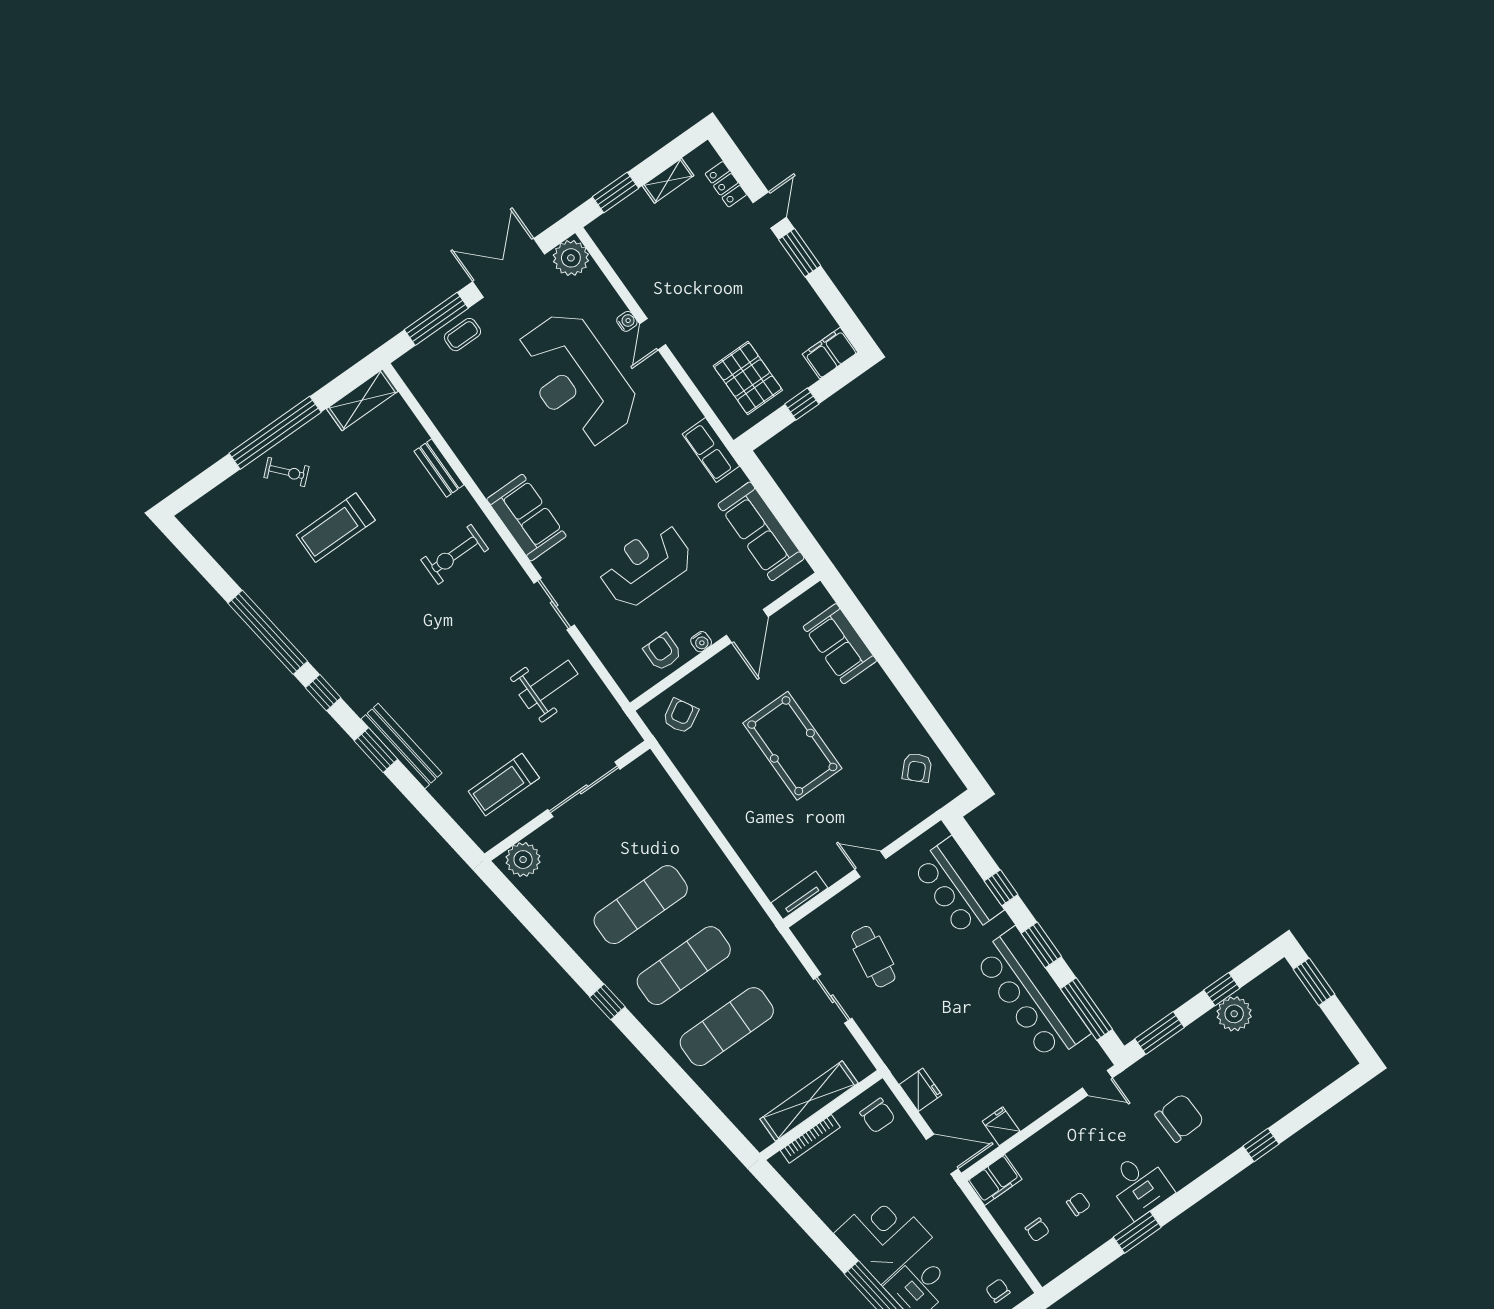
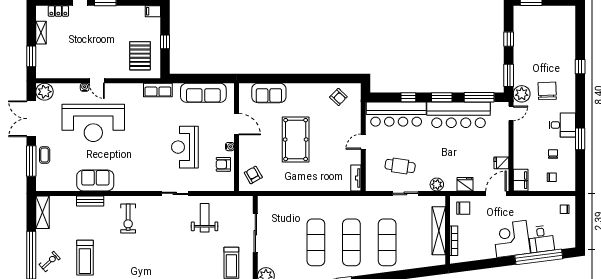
filing cabinet: (830, 353) -> (153, 11), width x0.50
pallet: (748, 378) -> (140, 56), turned 90
sofa: (526, 518) -> (95, 180), moved
pool table: (792, 746) -> (296, 140), turned 90
bar counter: (957, 887) -> (396, 114), width x1.36
plant: (1234, 1014) -> (522, 94), moved
plant: (886, 1042) -> (437, 184), added

